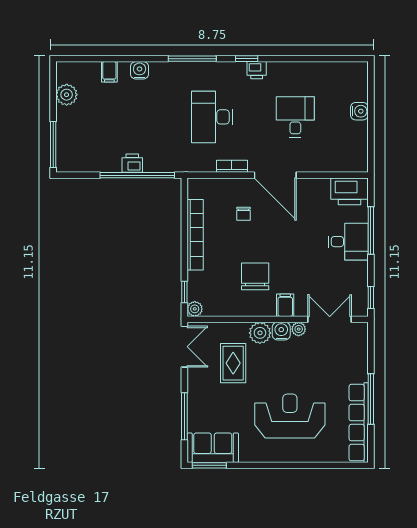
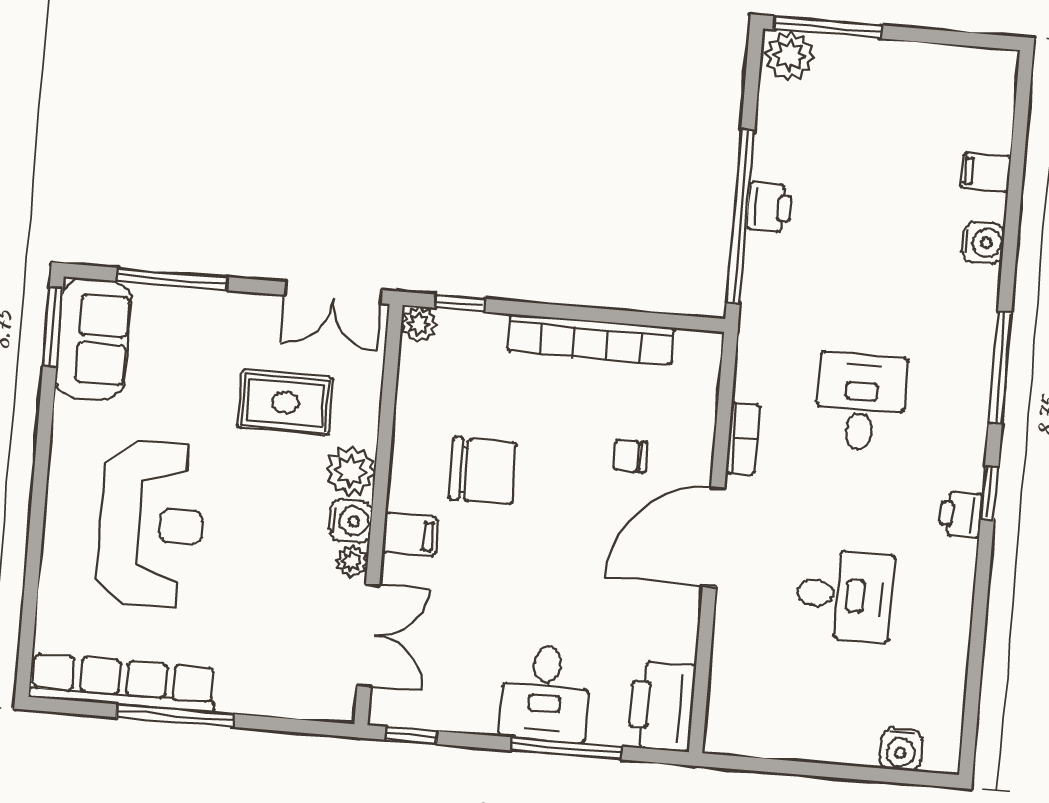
plant: (67, 95) -> (790, 56), moved
water cooler: (359, 111) -> (901, 749), moved
desk: (212, 117) -> (861, 402), width x0.73

